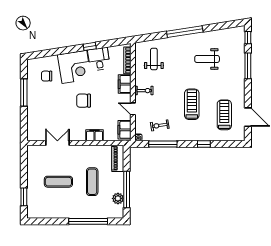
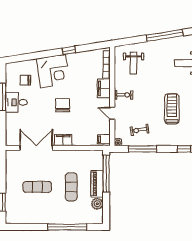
desk: (99, 59) -> (16, 102), moved, turned -81
weight bench: (154, 59) -> (134, 63), turned 180
chair: (84, 101) -> (63, 105), turned 90
filing cabinet: (124, 130) -> (104, 139), width x0.50
filing cabinet: (95, 135) -> (63, 140), moved
double door: (57, 143) -> (36, 148), width x1.37
piano: (118, 158) -> (97, 184), moved
window: (127, 189) -> (106, 173), moved

